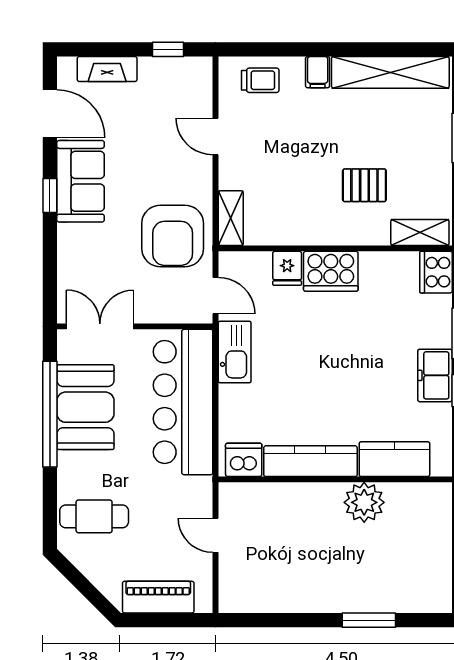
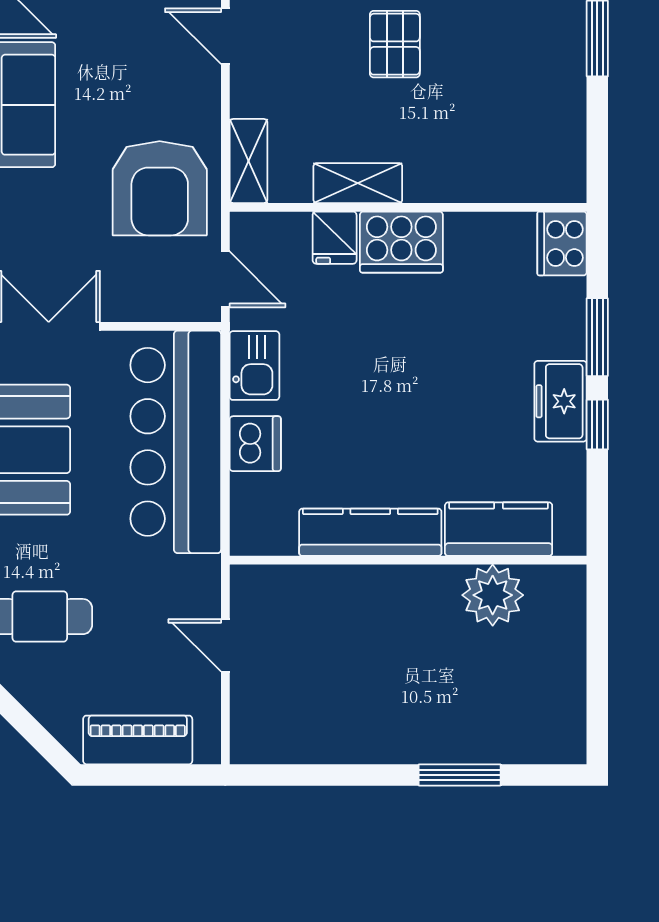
pallet: (364, 185) -> (395, 44), moved, turned 90
shelving: (420, 233) -> (358, 183), moved
kitchen sink: (235, 352) -> (254, 366), width x0.73
dishwasher: (244, 460) -> (255, 444), moved, turned 90
plant: (364, 502) -> (493, 595), moved

